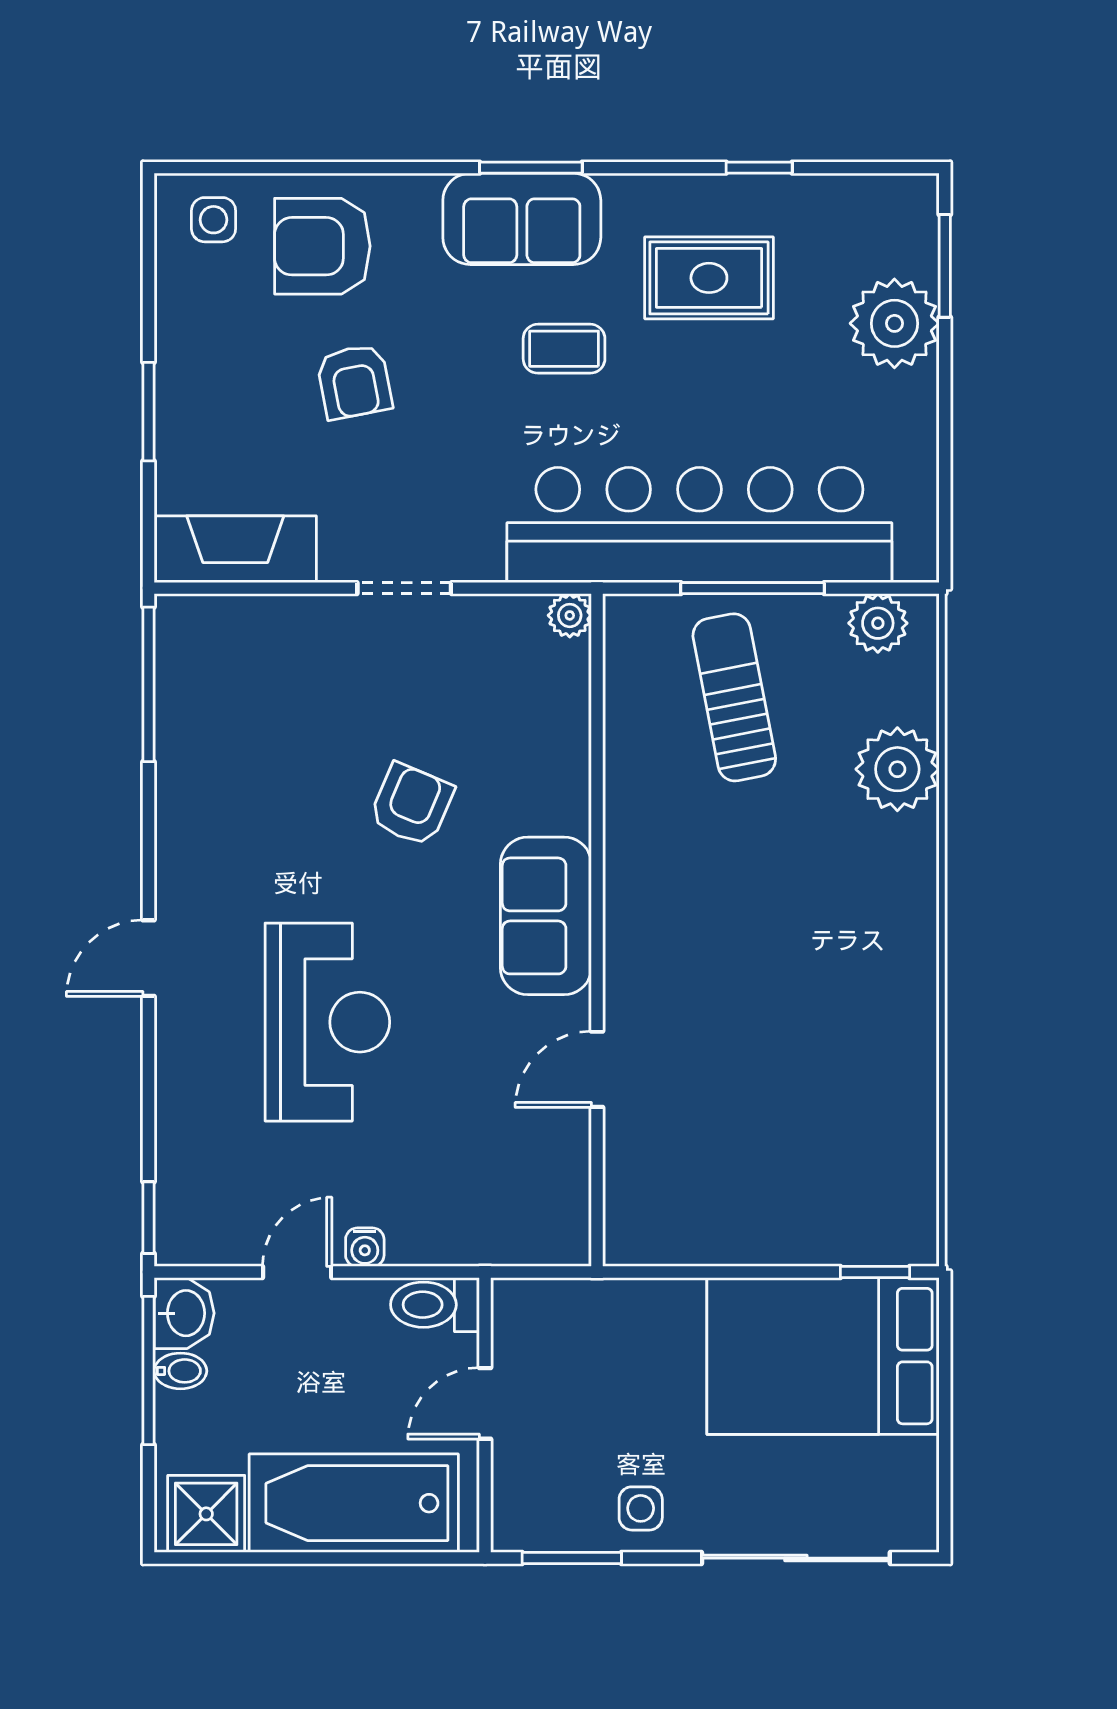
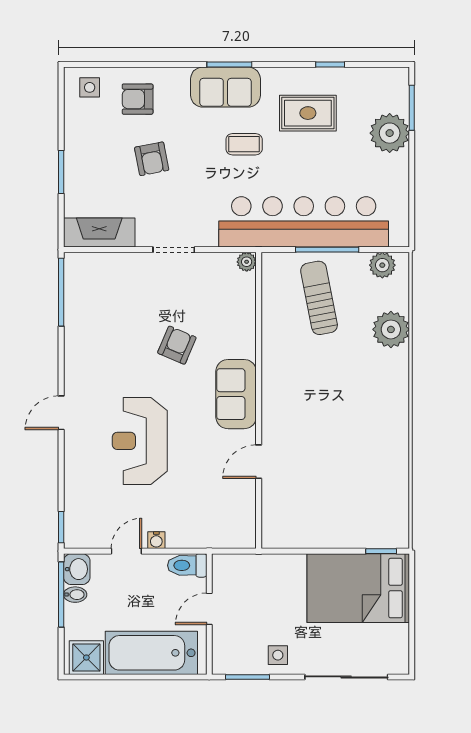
armchair: (322, 246) -> (138, 99), width x0.72, depth x0.72
reception desk: (327, 1022) -> (140, 441), turned 180

